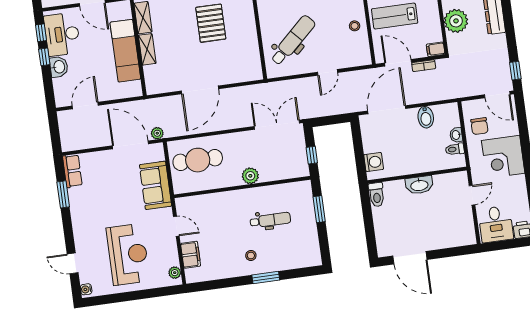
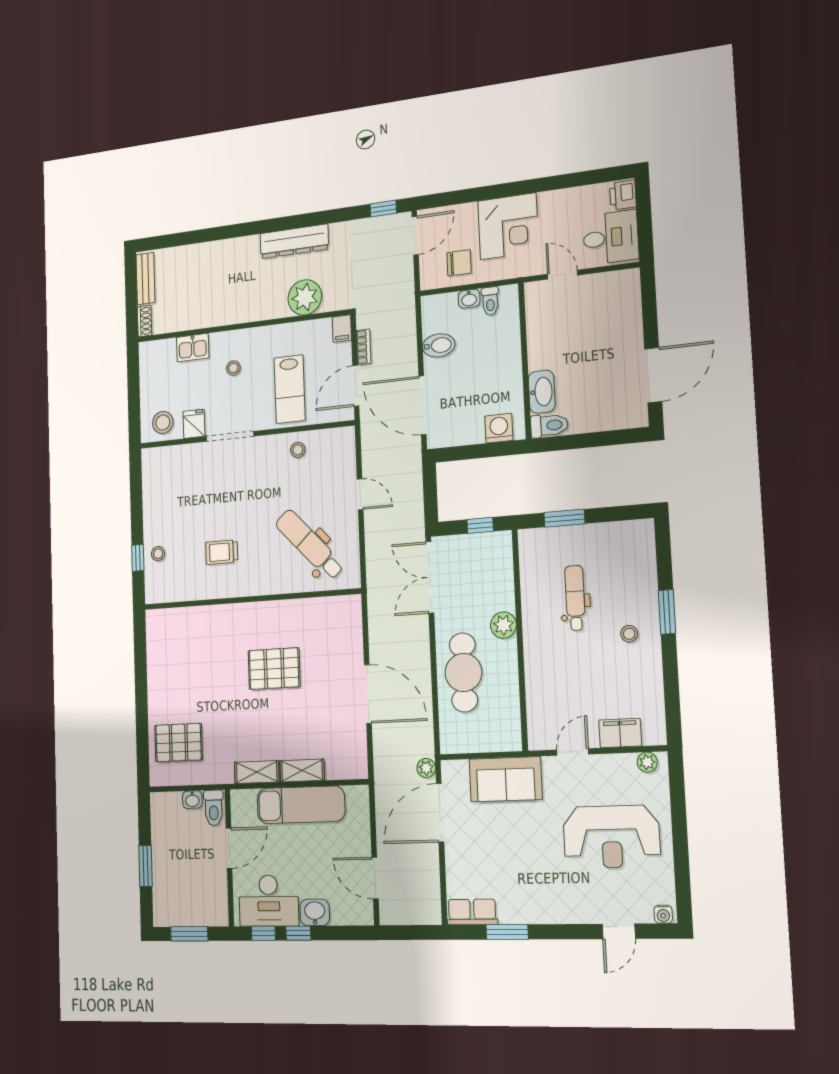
cafe table: (198, 160) -> (463, 672), moved
washbasin: (419, 185) -> (542, 392), moved
reception desk: (128, 254) -> (611, 837), turned 180

